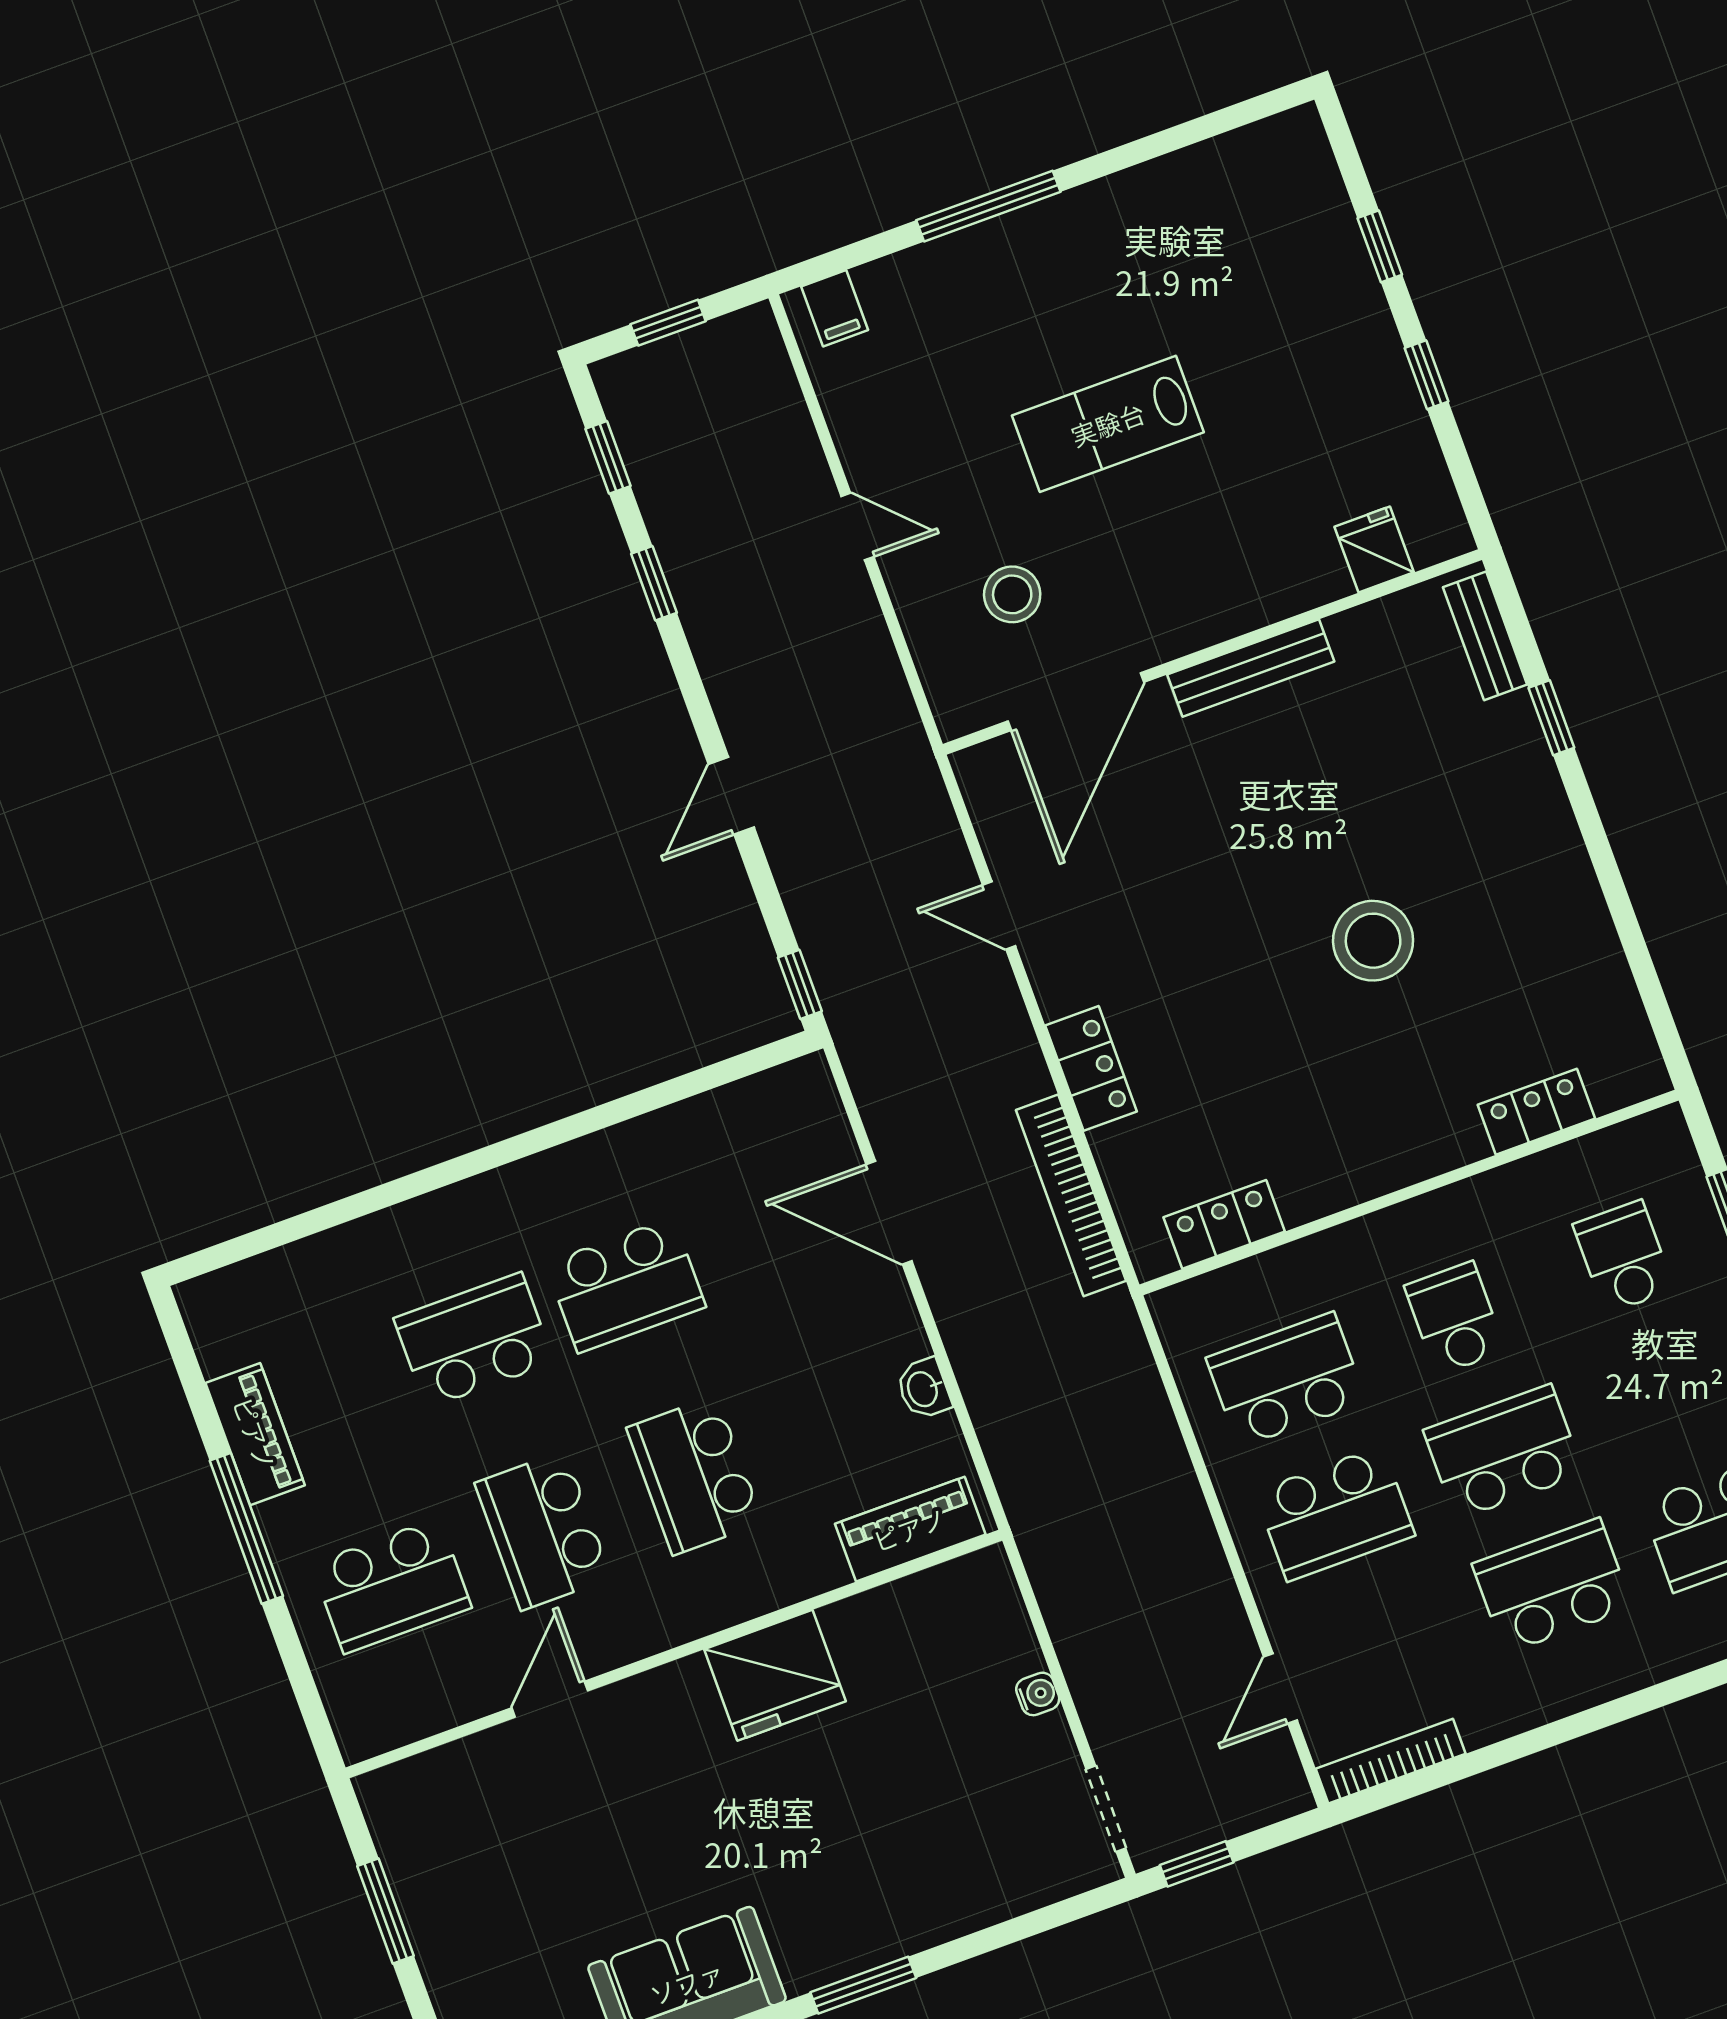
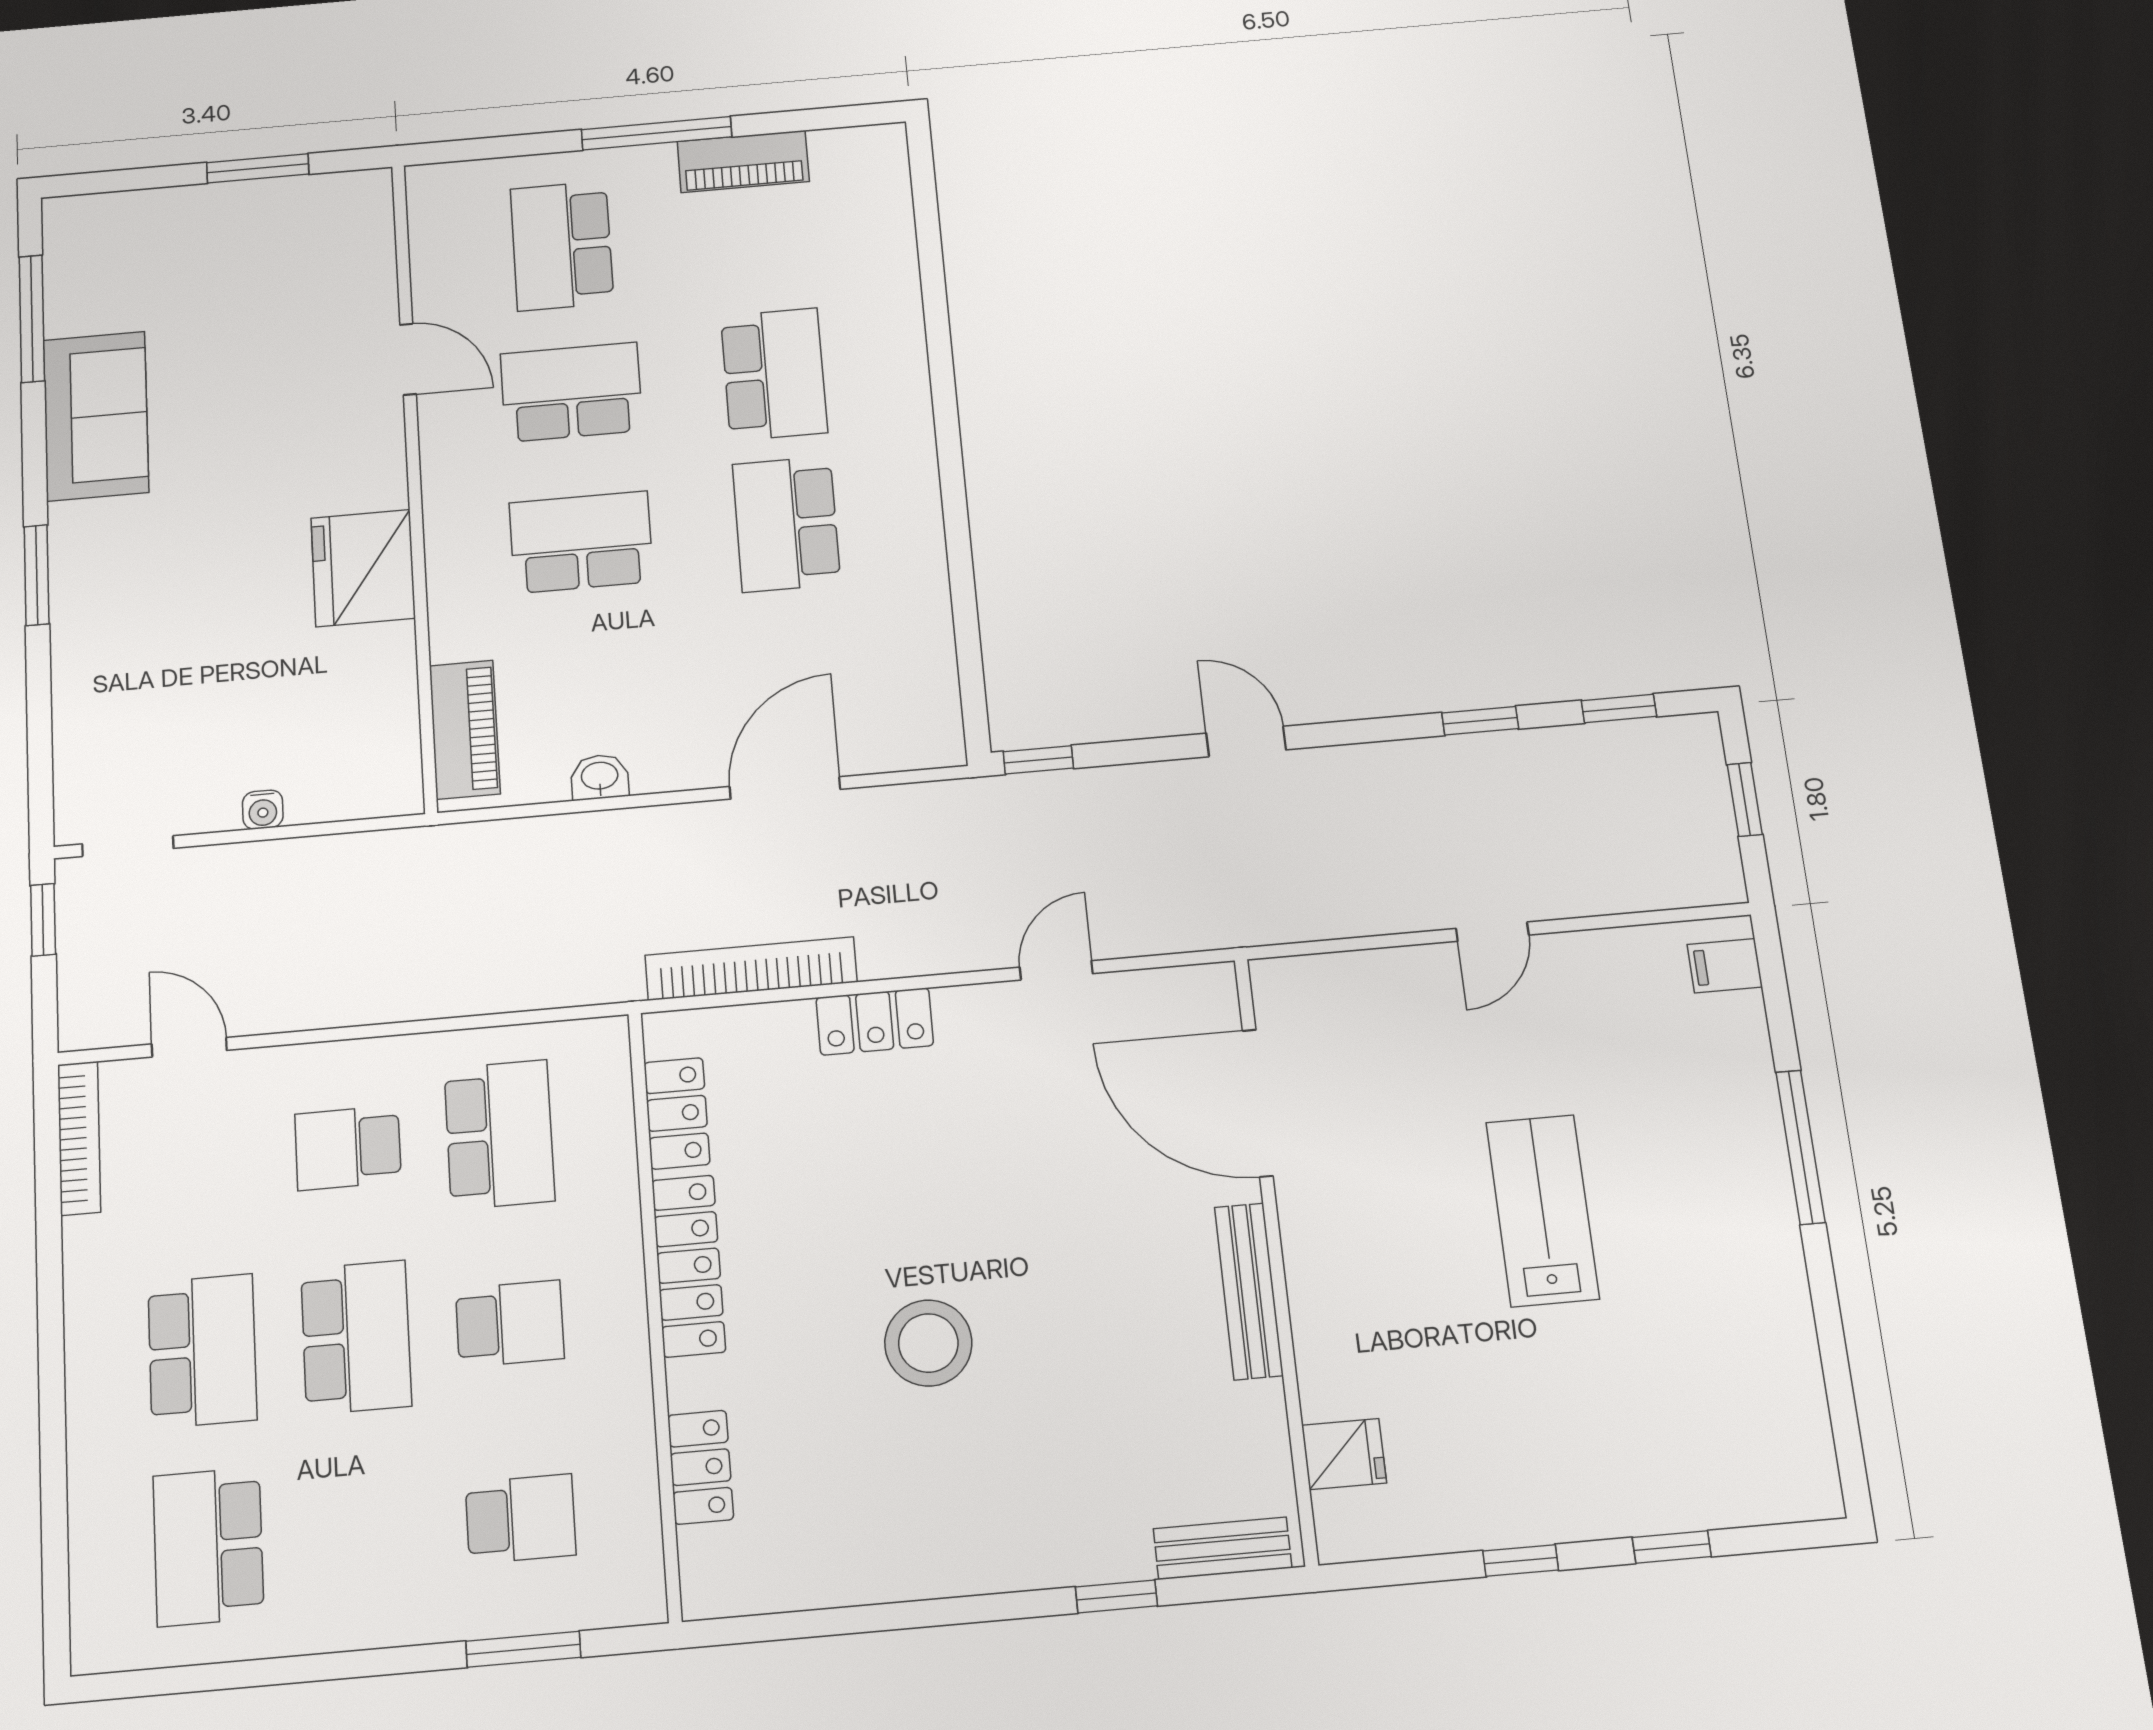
stool: (1012, 594) -> (1385, 1067), removed
locker: (1360, 1174) -> (689, 1266), added
school desk: (1335, 1514) -> (348, 1148), width x0.54

